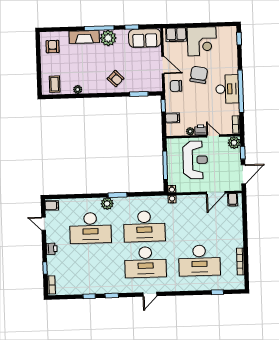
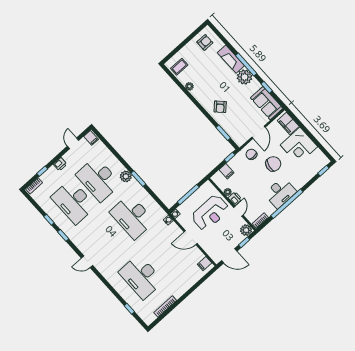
door: (216, 193) -> (191, 238), moved
desk: (145, 262) -> (73, 202), moved

